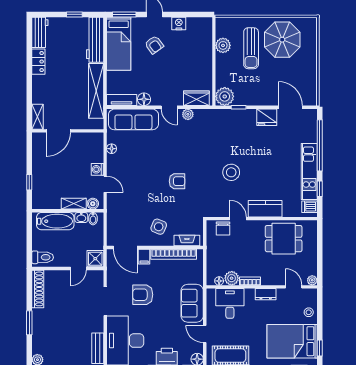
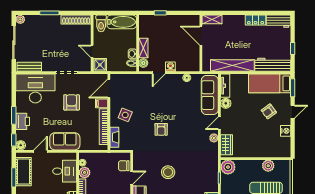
bathtub: (55, 221) -> (122, 22), moved, turned -90

